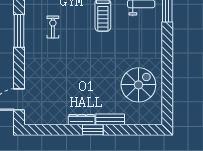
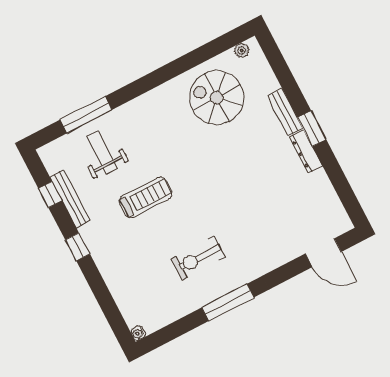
exercise bike: (53, 27) -> (198, 258), width x1.38, depth x1.39
plant: (158, 113) -> (242, 50), added

